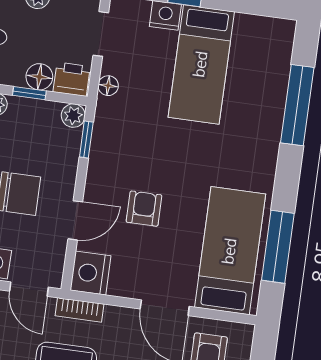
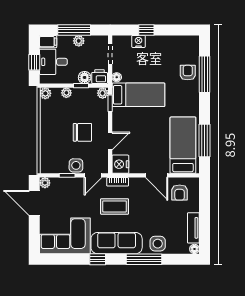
bed: (201, 64) -> (138, 95), moved, turned -90
armchair: (144, 209) -> (188, 73), moved
door: (29, 289) -> (93, 175), hinge flipped

